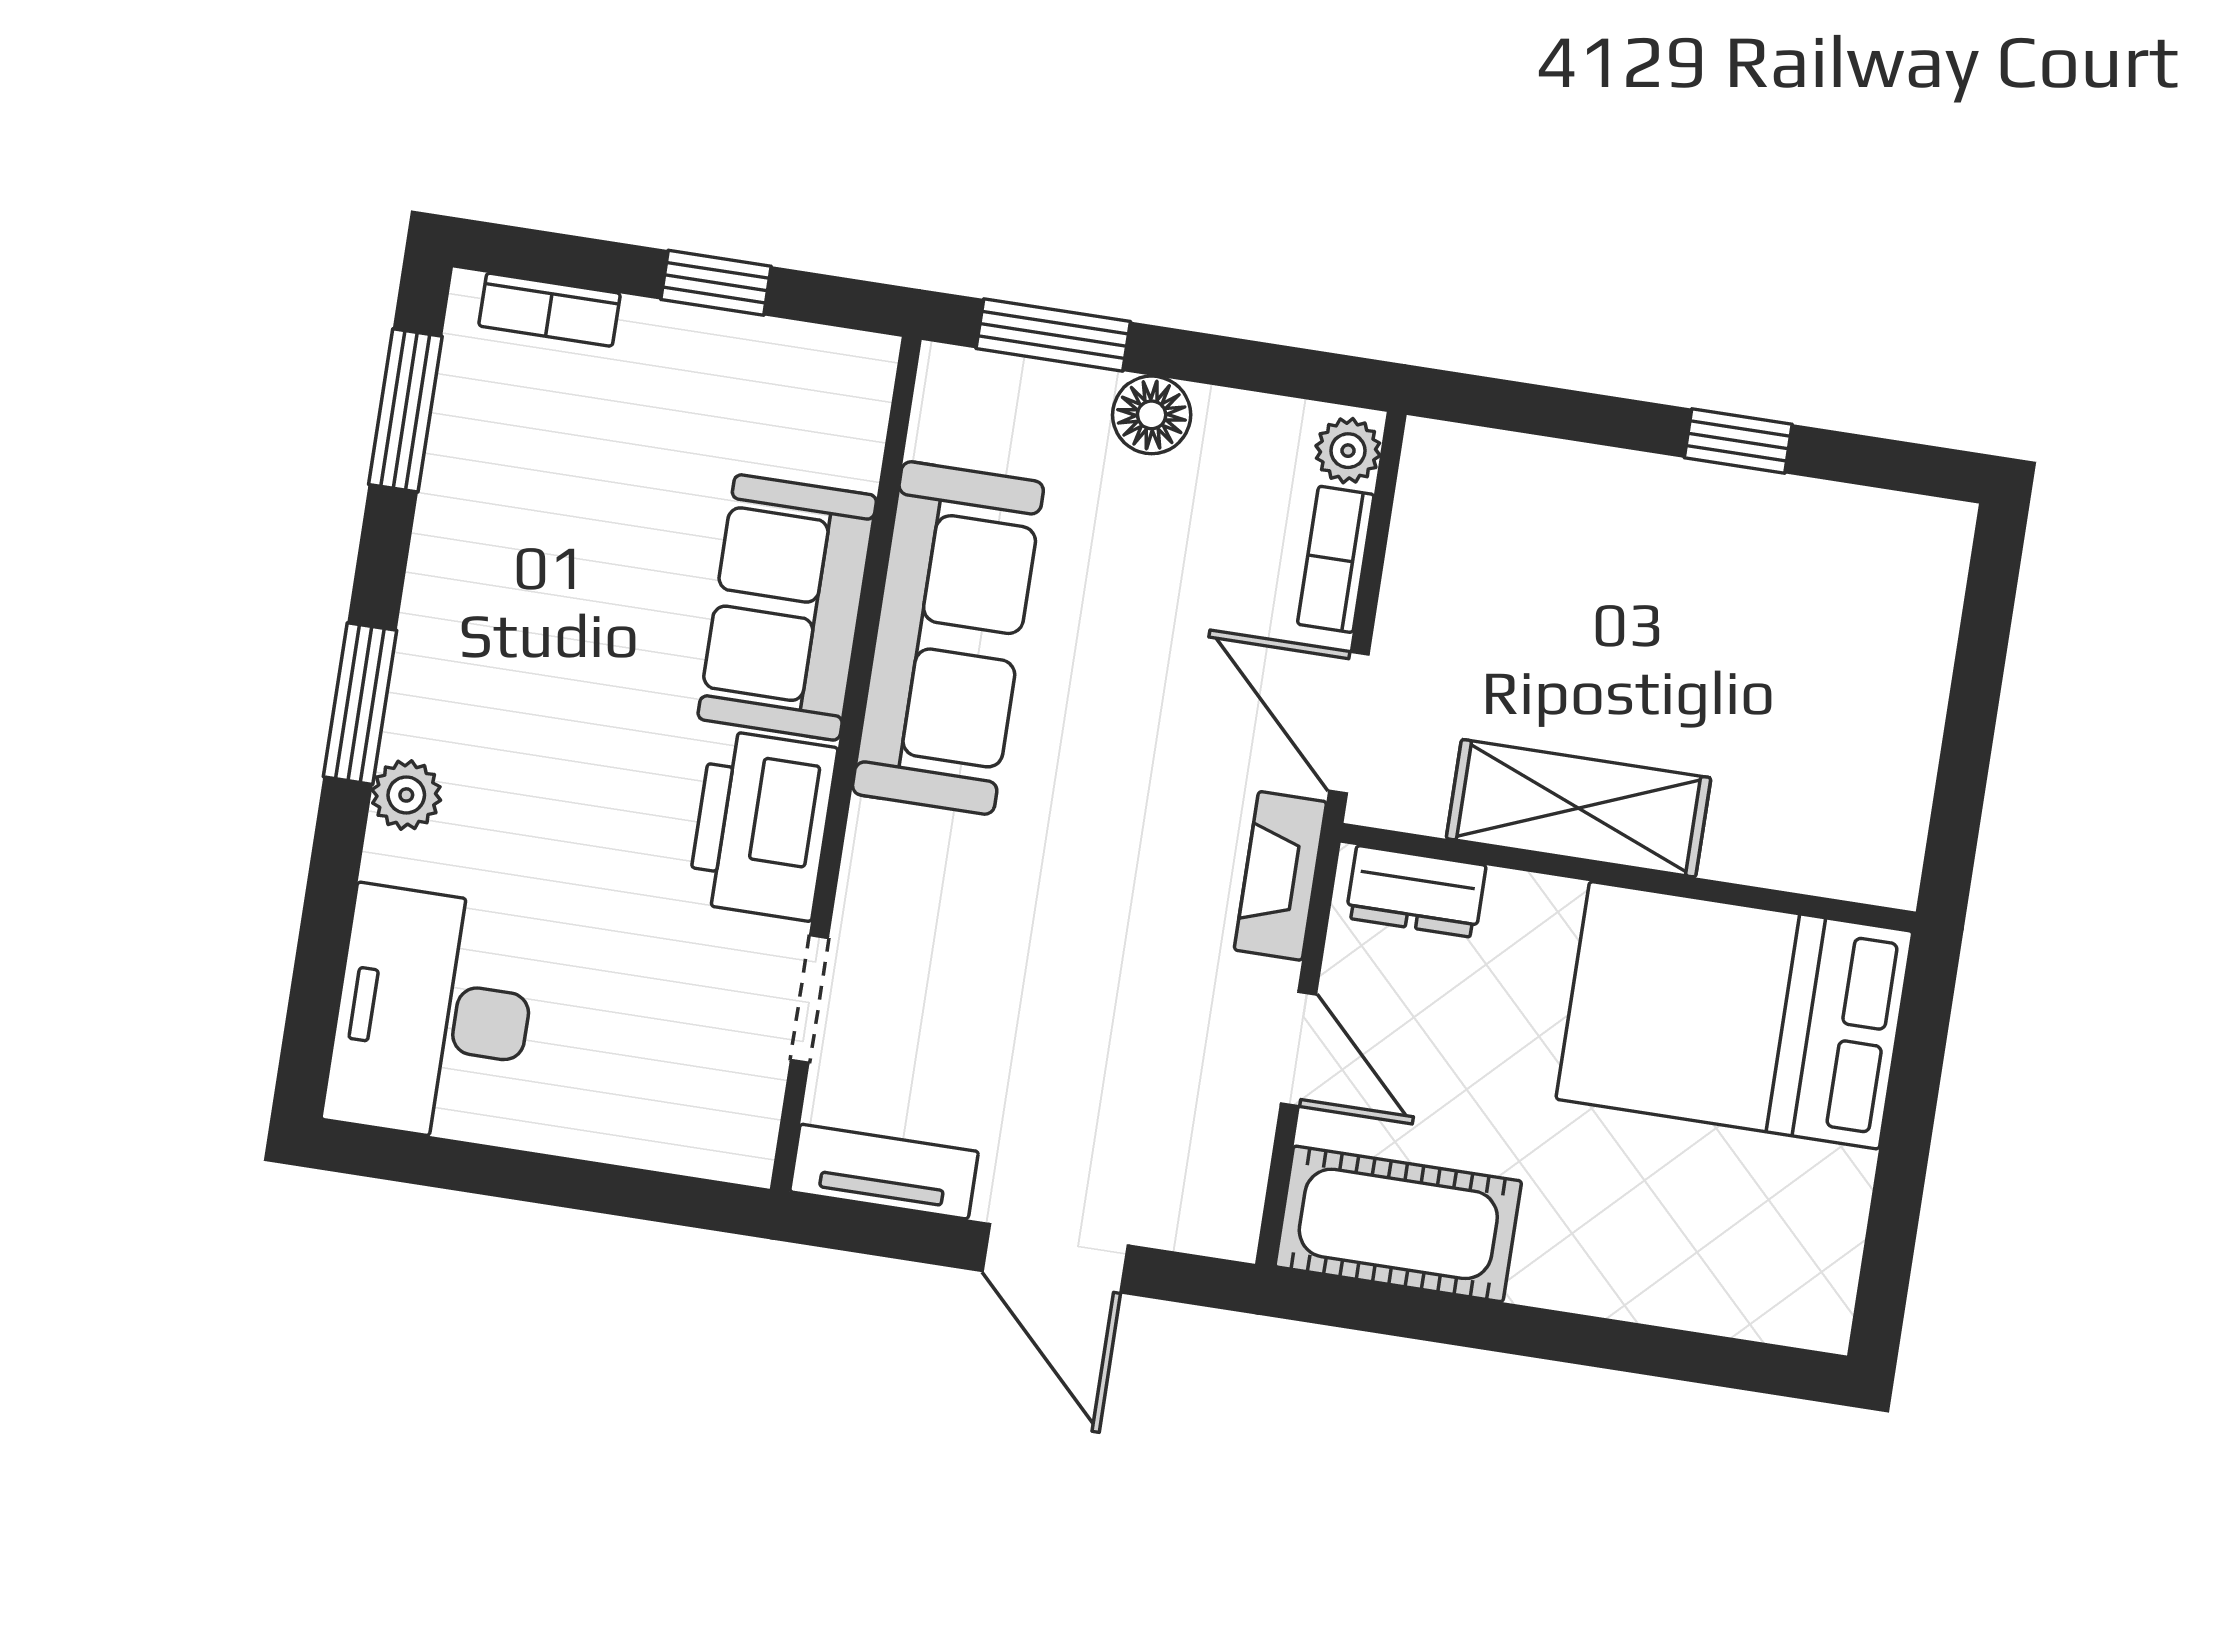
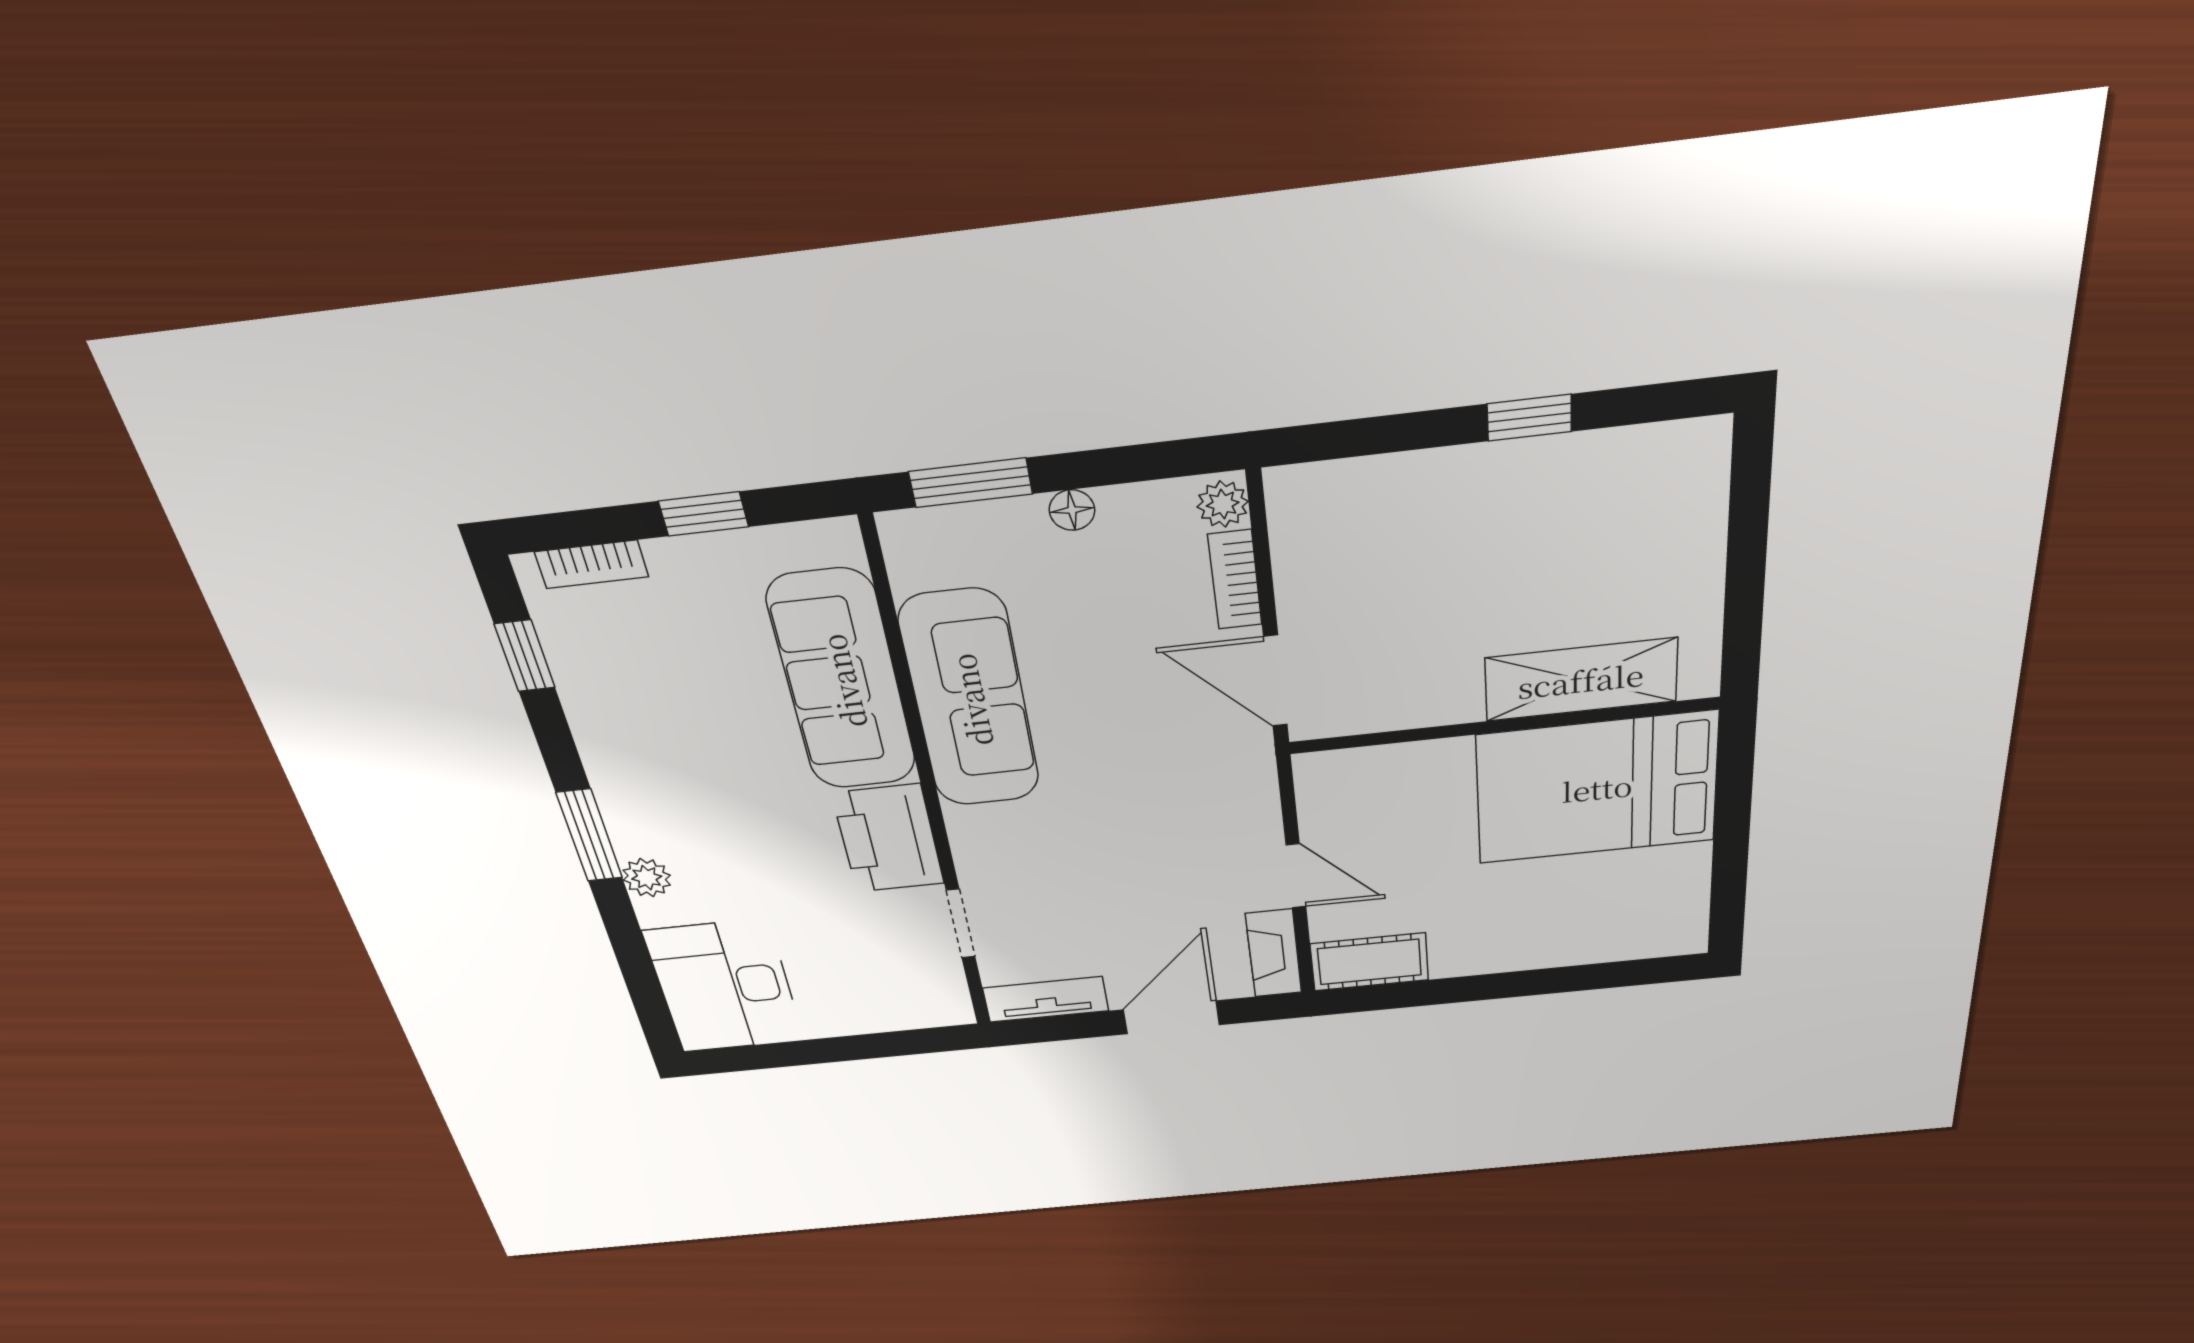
window: (405, 410) -> (525, 656), width x0.67
floor lamp: (1152, 415) -> (1072, 510), width x0.73, depth x0.73
sofa: (787, 607) -> (842, 681), width x1.36
shelving: (1579, 808) -> (1581, 680), moved
fireplace: (1280, 876) -> (1274, 953), moved
dresser: (1416, 892) -> (1352, 770), removed
cot: (1398, 1224) -> (1369, 962), width x0.73, depth x0.75
door: (1055, 1258) -> (1171, 1017), swing flipped

